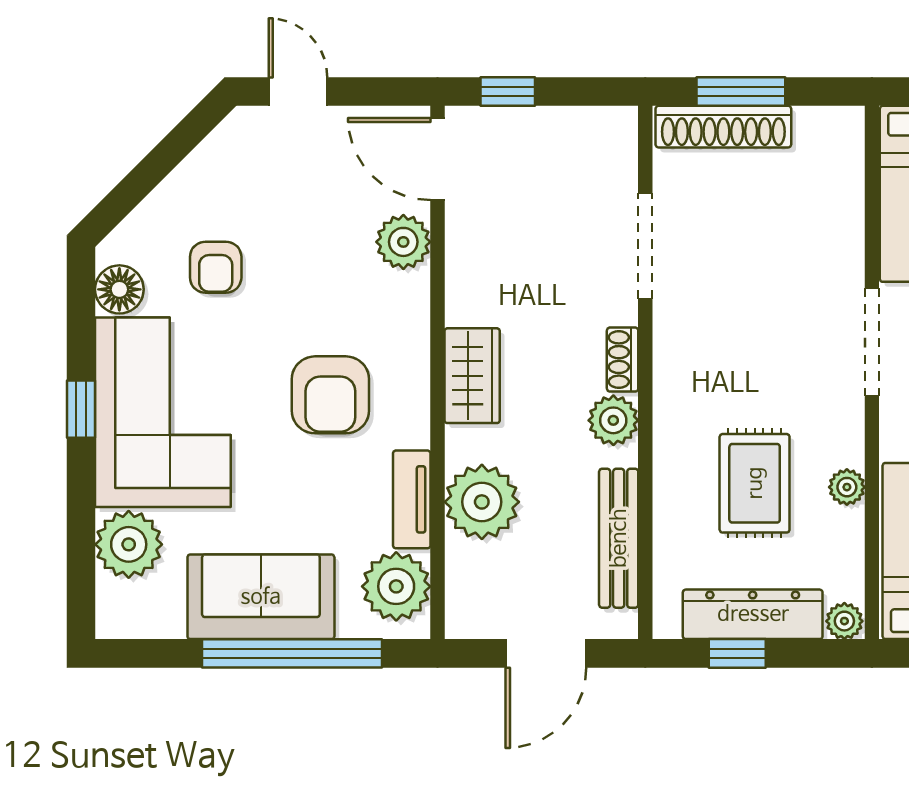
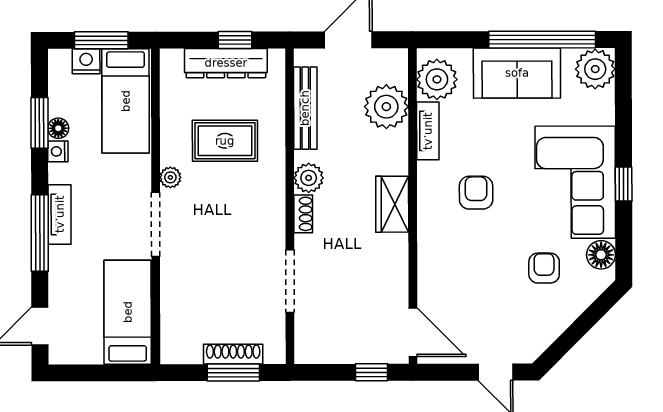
shoe rack: (723, 127) -> (233, 354), width x0.74, depth x0.81
plant: (403, 242) -> (433, 283), removed
armchair: (330, 395) -> (476, 193), width x0.72, depth x0.72
rug: (755, 483) -> (225, 141), turned 90
plant: (847, 487) -> (170, 177), moved
plant: (482, 502) -> (386, 107), moved
plant: (129, 544) -> (595, 69), moved
plant: (844, 621) -> (172, 59), removed
window: (292, 653) -> (542, 40), moved

